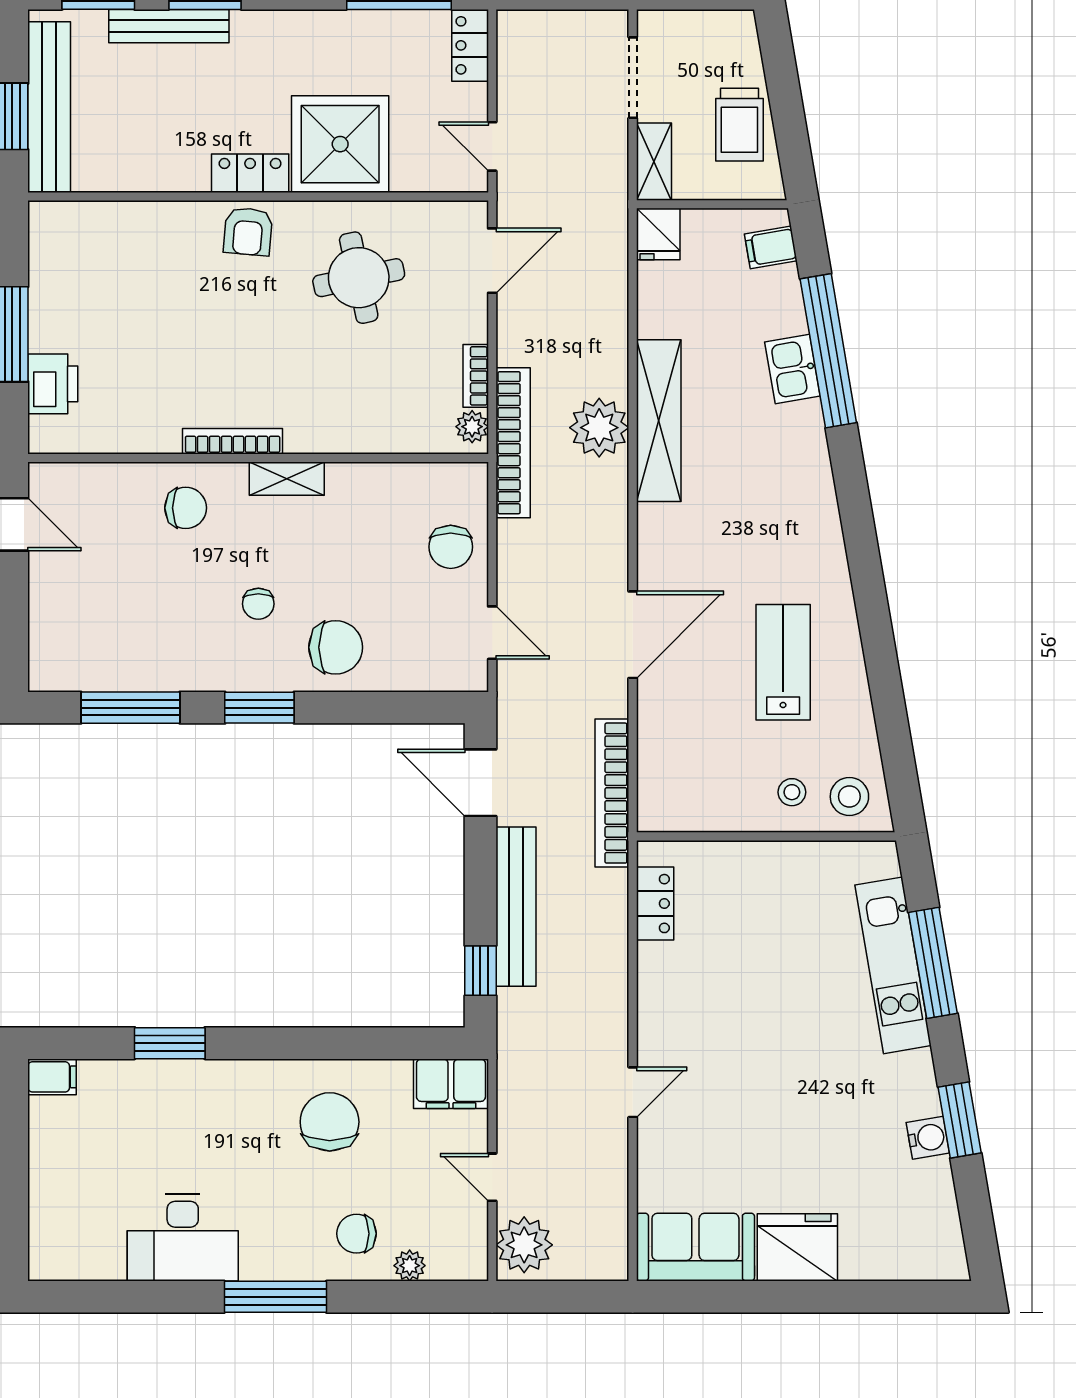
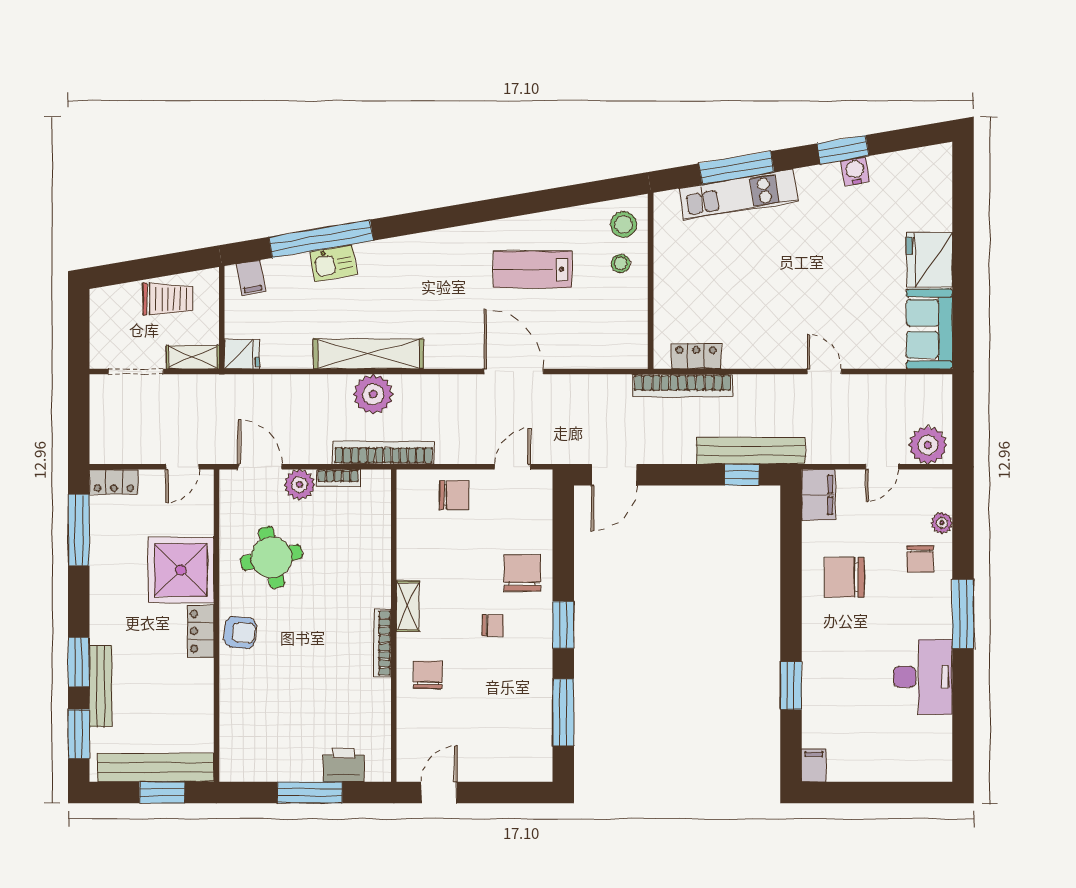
plant: (472, 427) -> (300, 485), moved, width x1.38, depth x1.38
bookcase: (612, 793) -> (682, 386), moved
bench: (516, 907) -> (751, 451), moved

